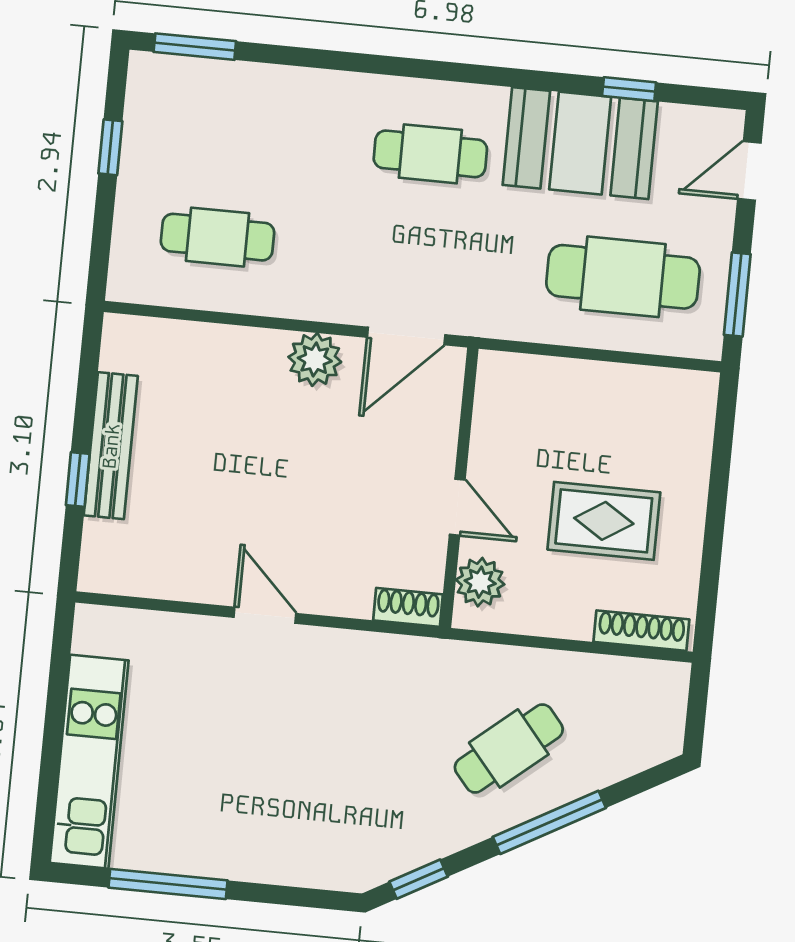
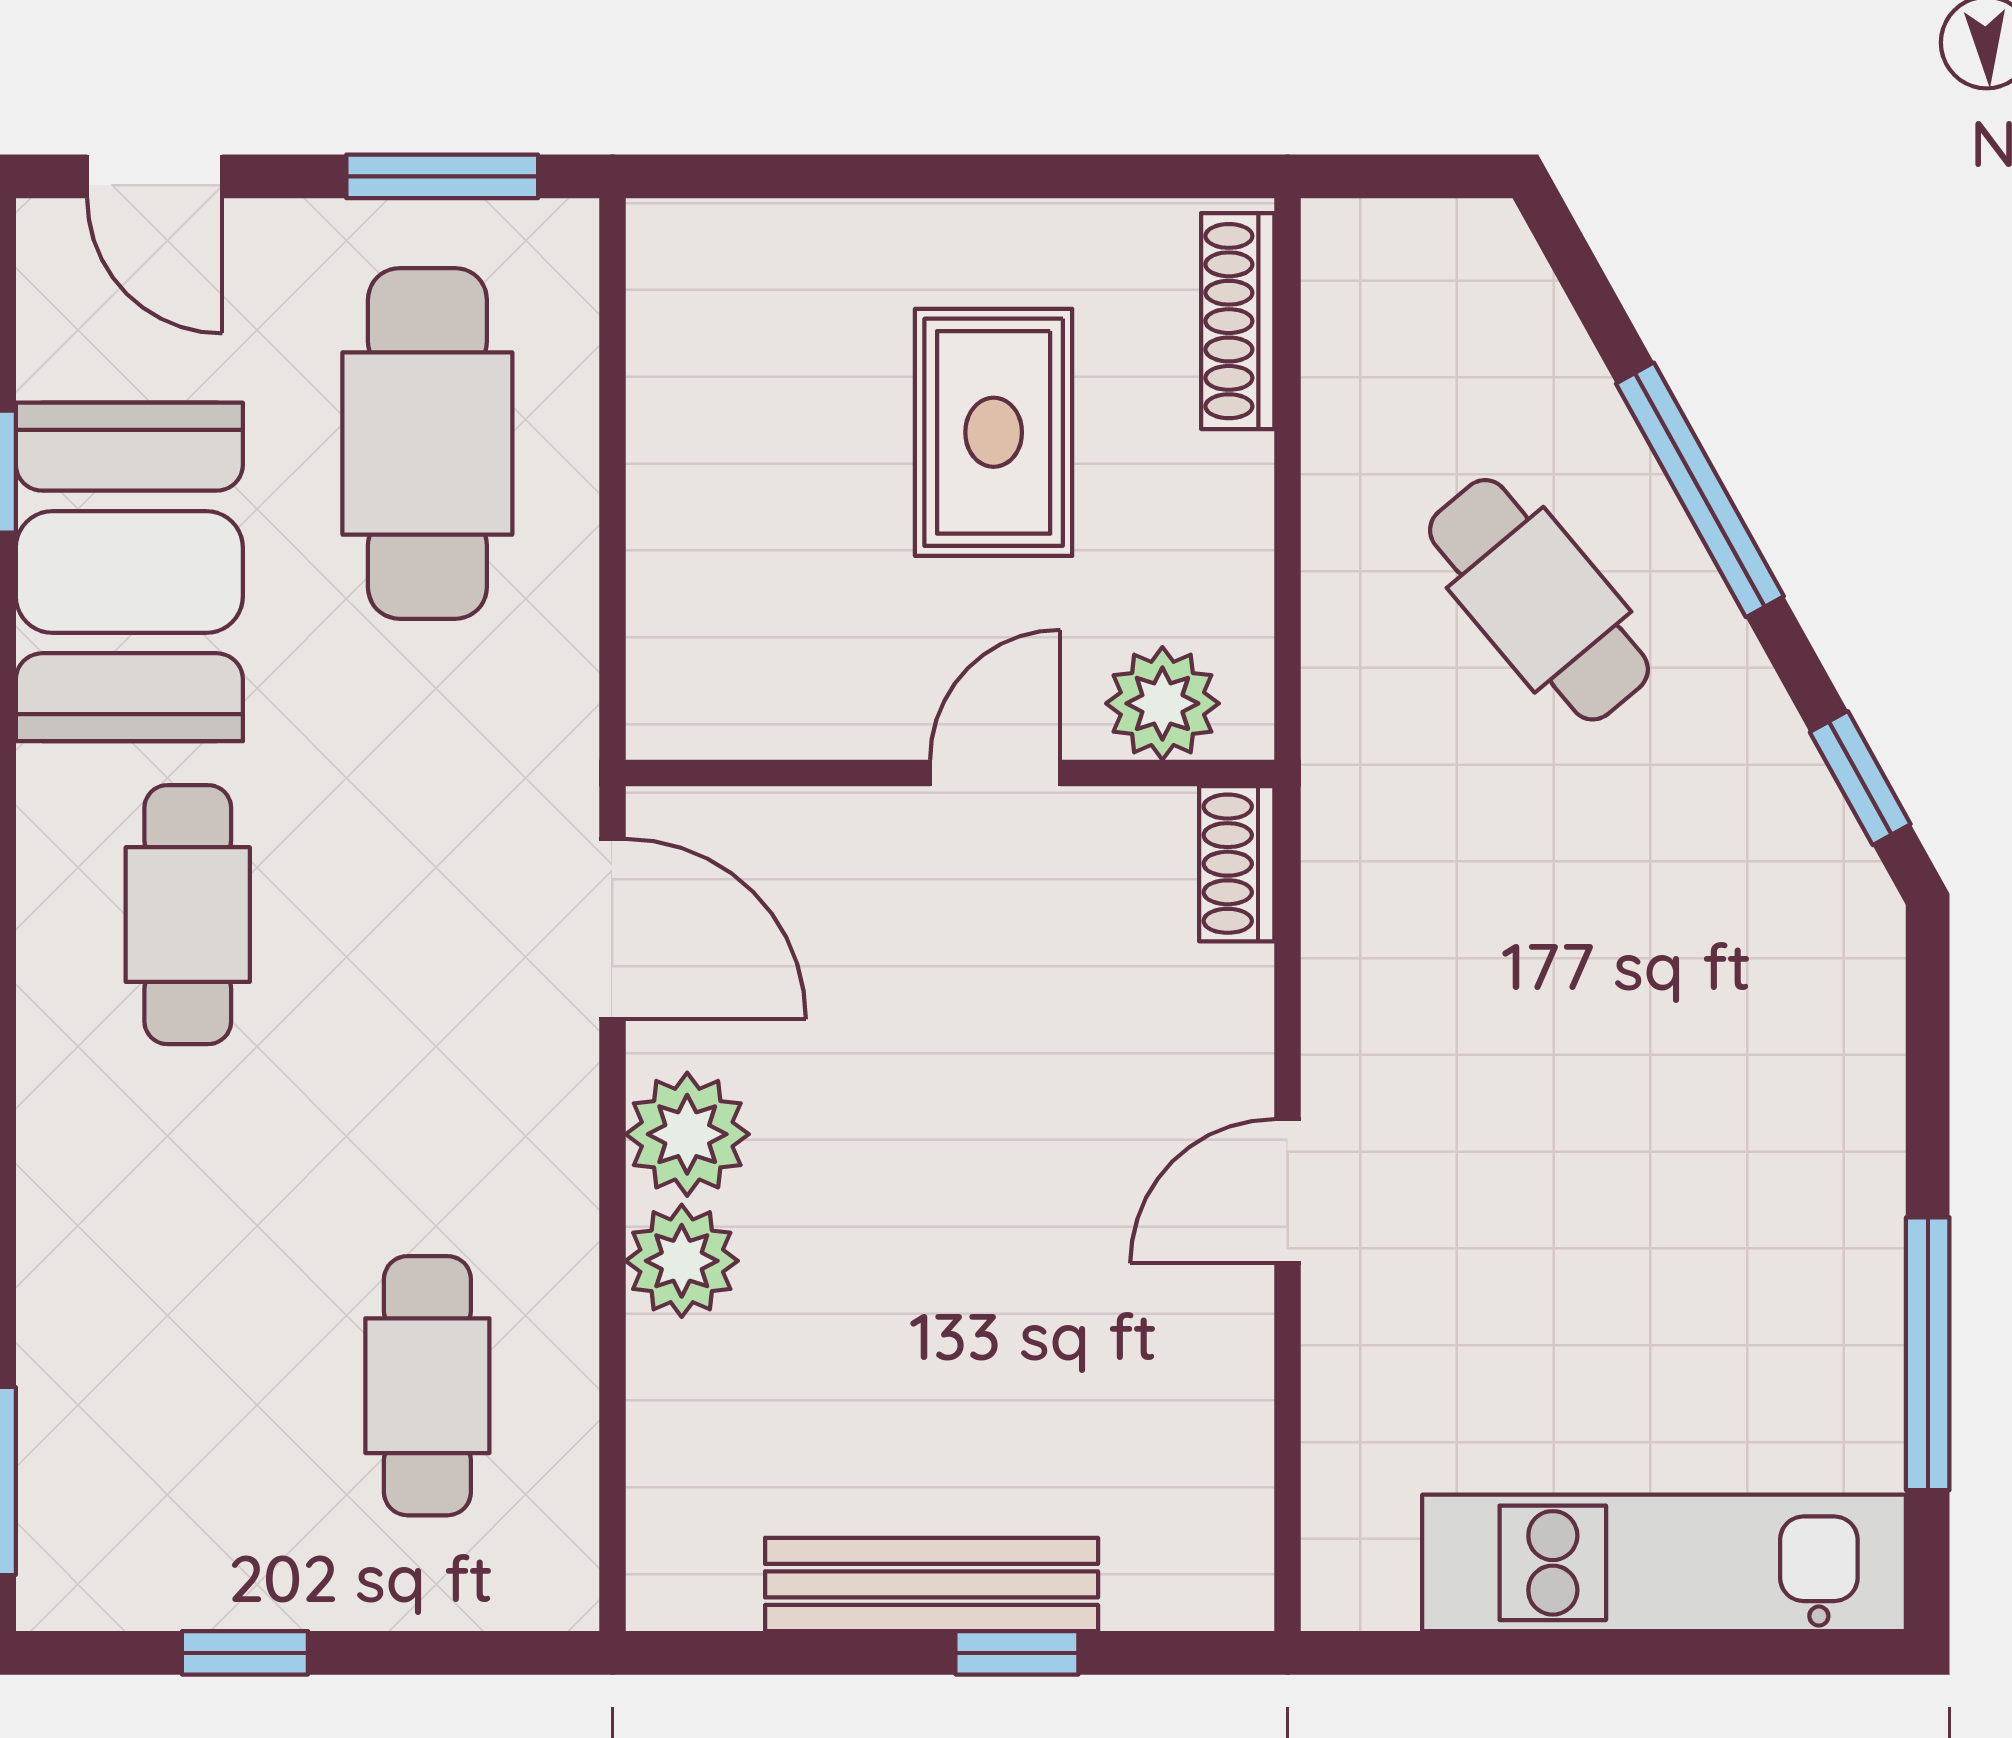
plant: (261, 352) -> (682, 1261), added

